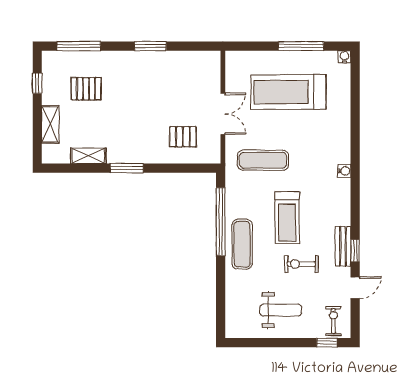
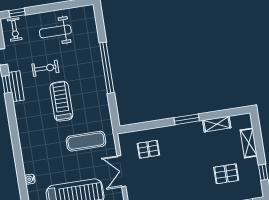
water cooler: (344, 171) -> (30, 179), moved
window: (221, 222) -> (107, 68), moved
exercise mat: (242, 244) -> (92, 76), removed

